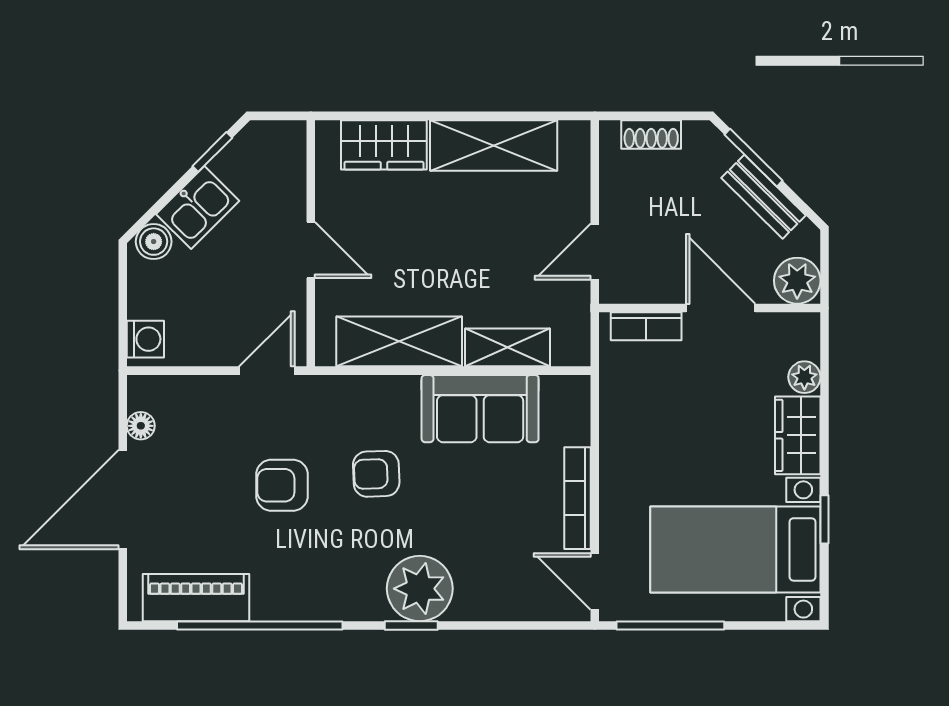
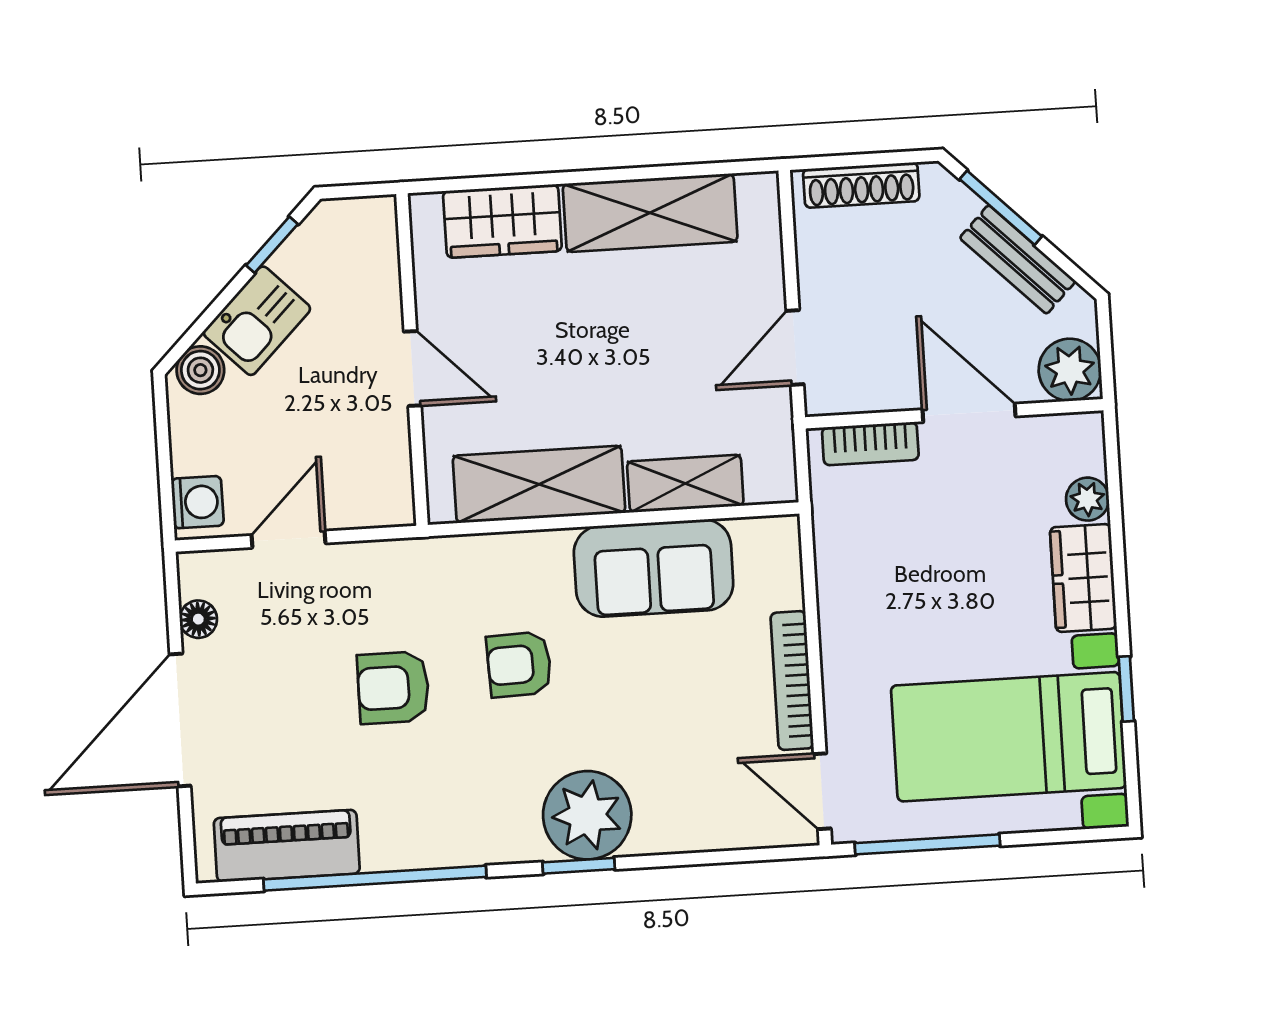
shoe rack: (651, 134) -> (861, 185), width x1.43
door: (267, 371) -> (288, 539), moved

